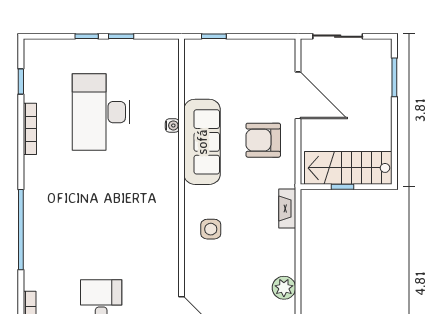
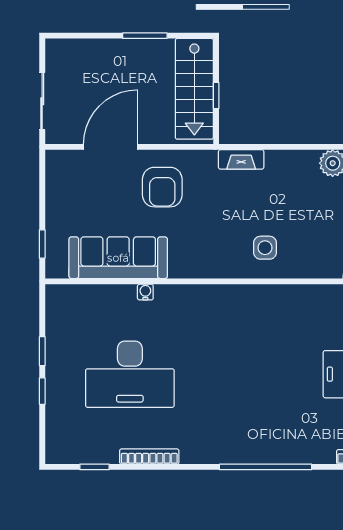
window: (394, 77) -> (145, 36), moved
sofa: (202, 142) -> (118, 258), moved

